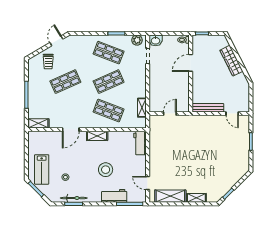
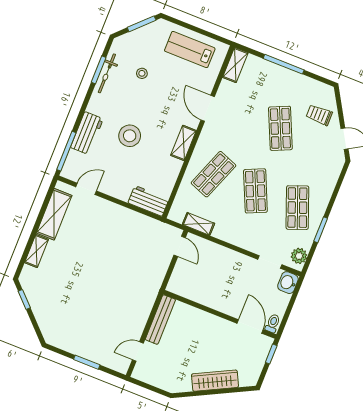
shop shelf: (109, 53) -> (297, 208), turned -42
door: (191, 63) -> (250, 326), moved
door: (170, 114) -> (180, 246), moved
lab bench: (42, 169) -> (190, 50), moved

